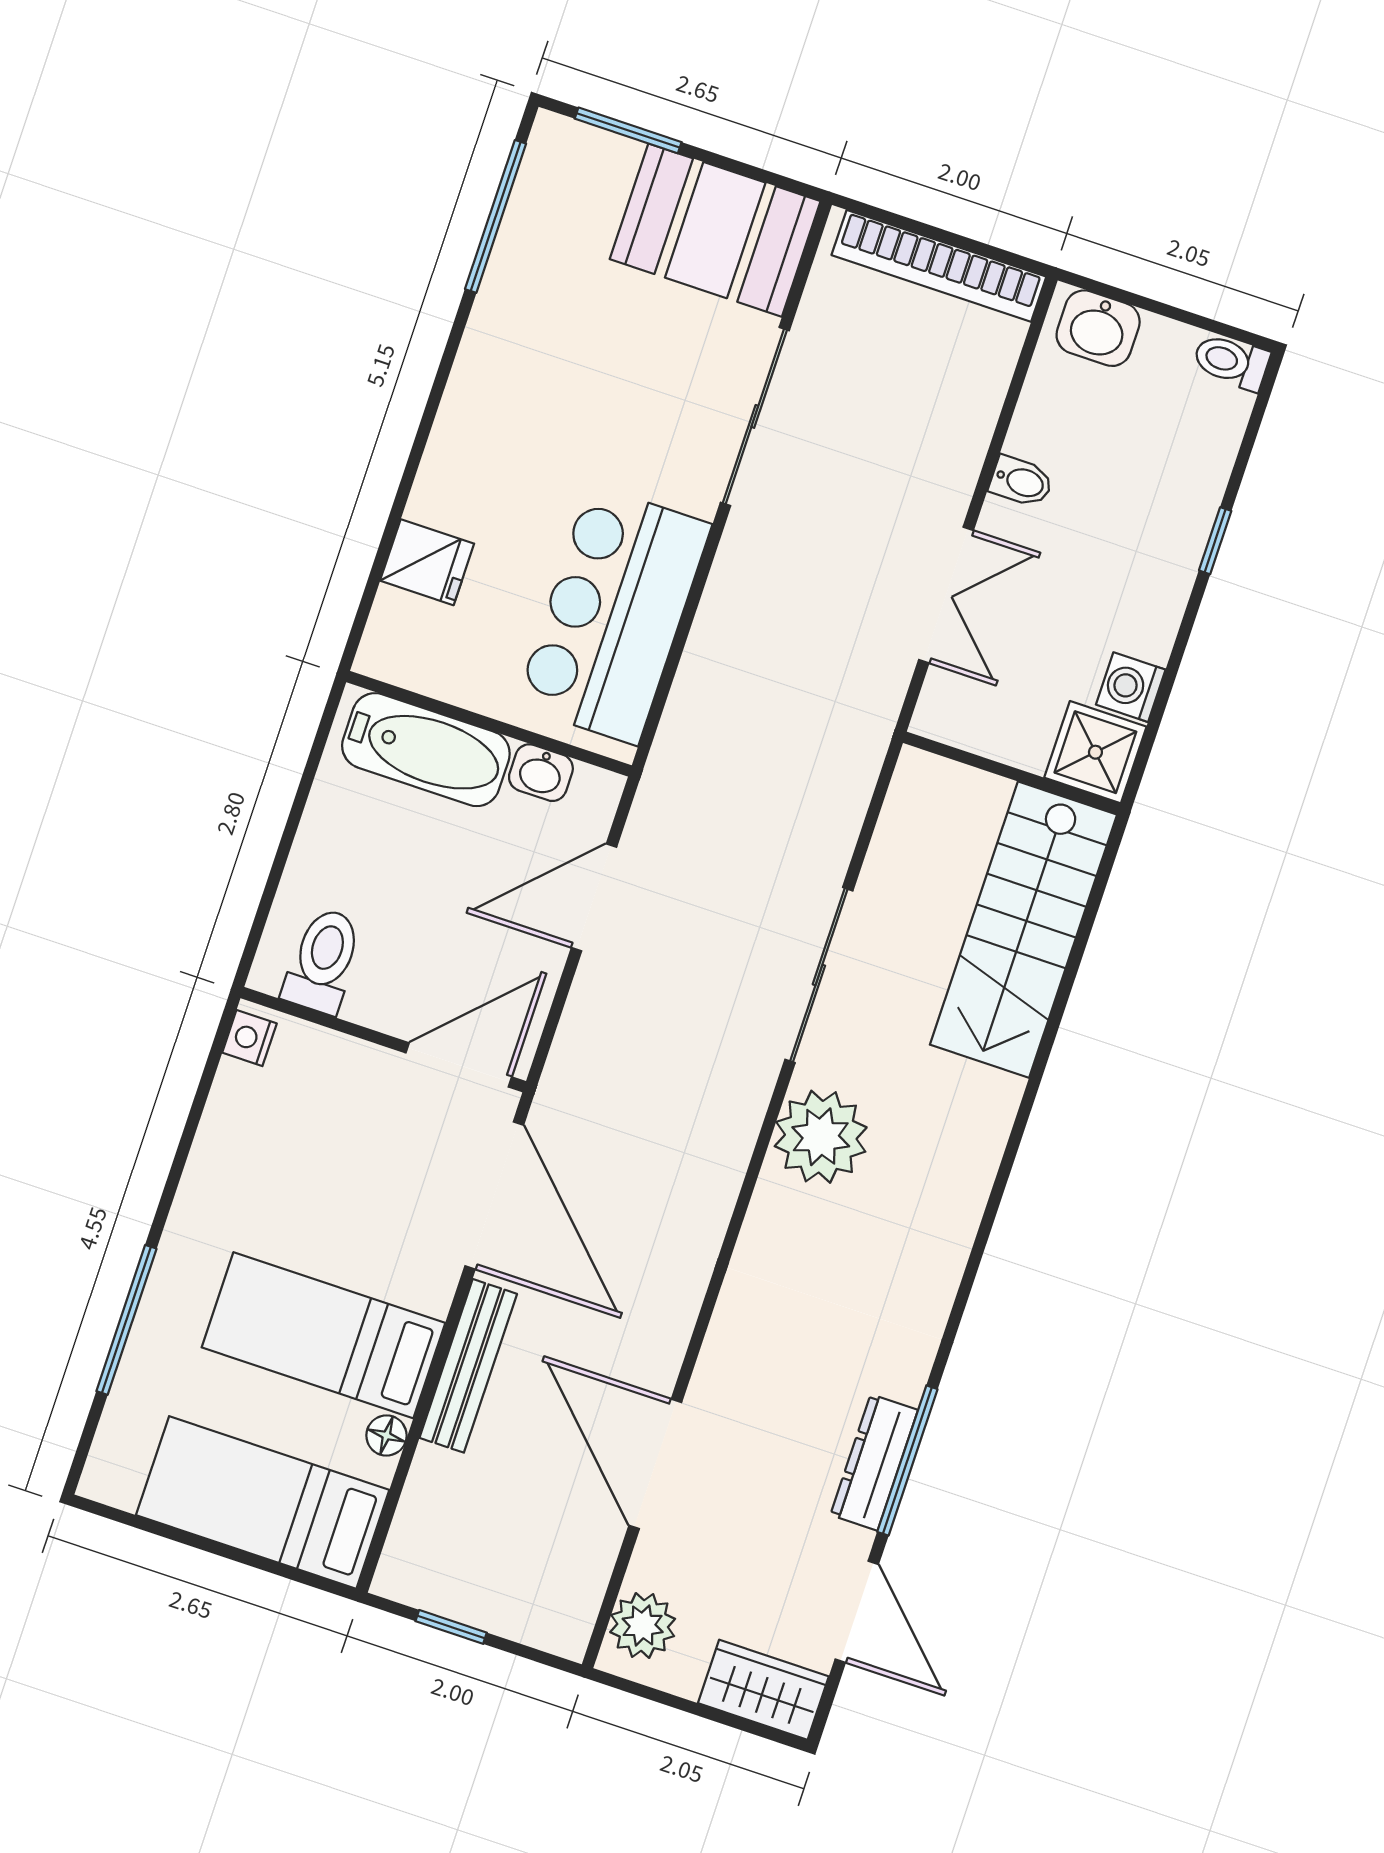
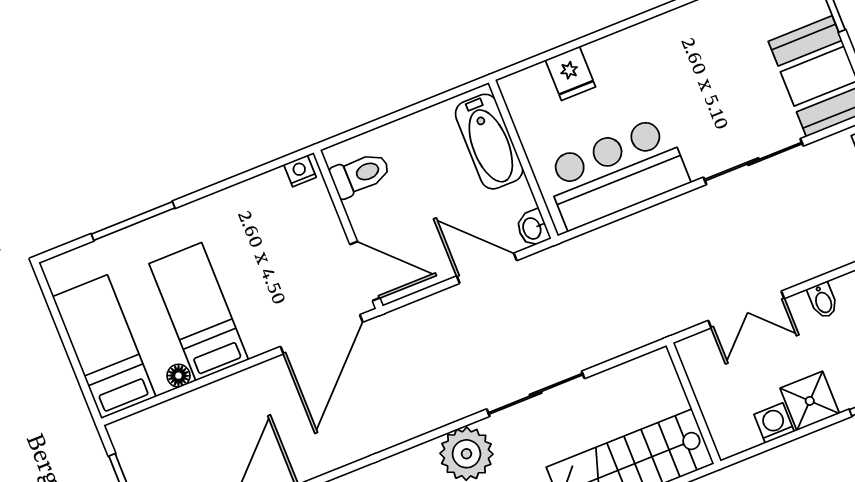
shower: (1095, 752) -> (810, 401), moved
washbasin: (541, 773) -> (533, 228), moved
bench: (468, 1366) -> (238, 385), removed

